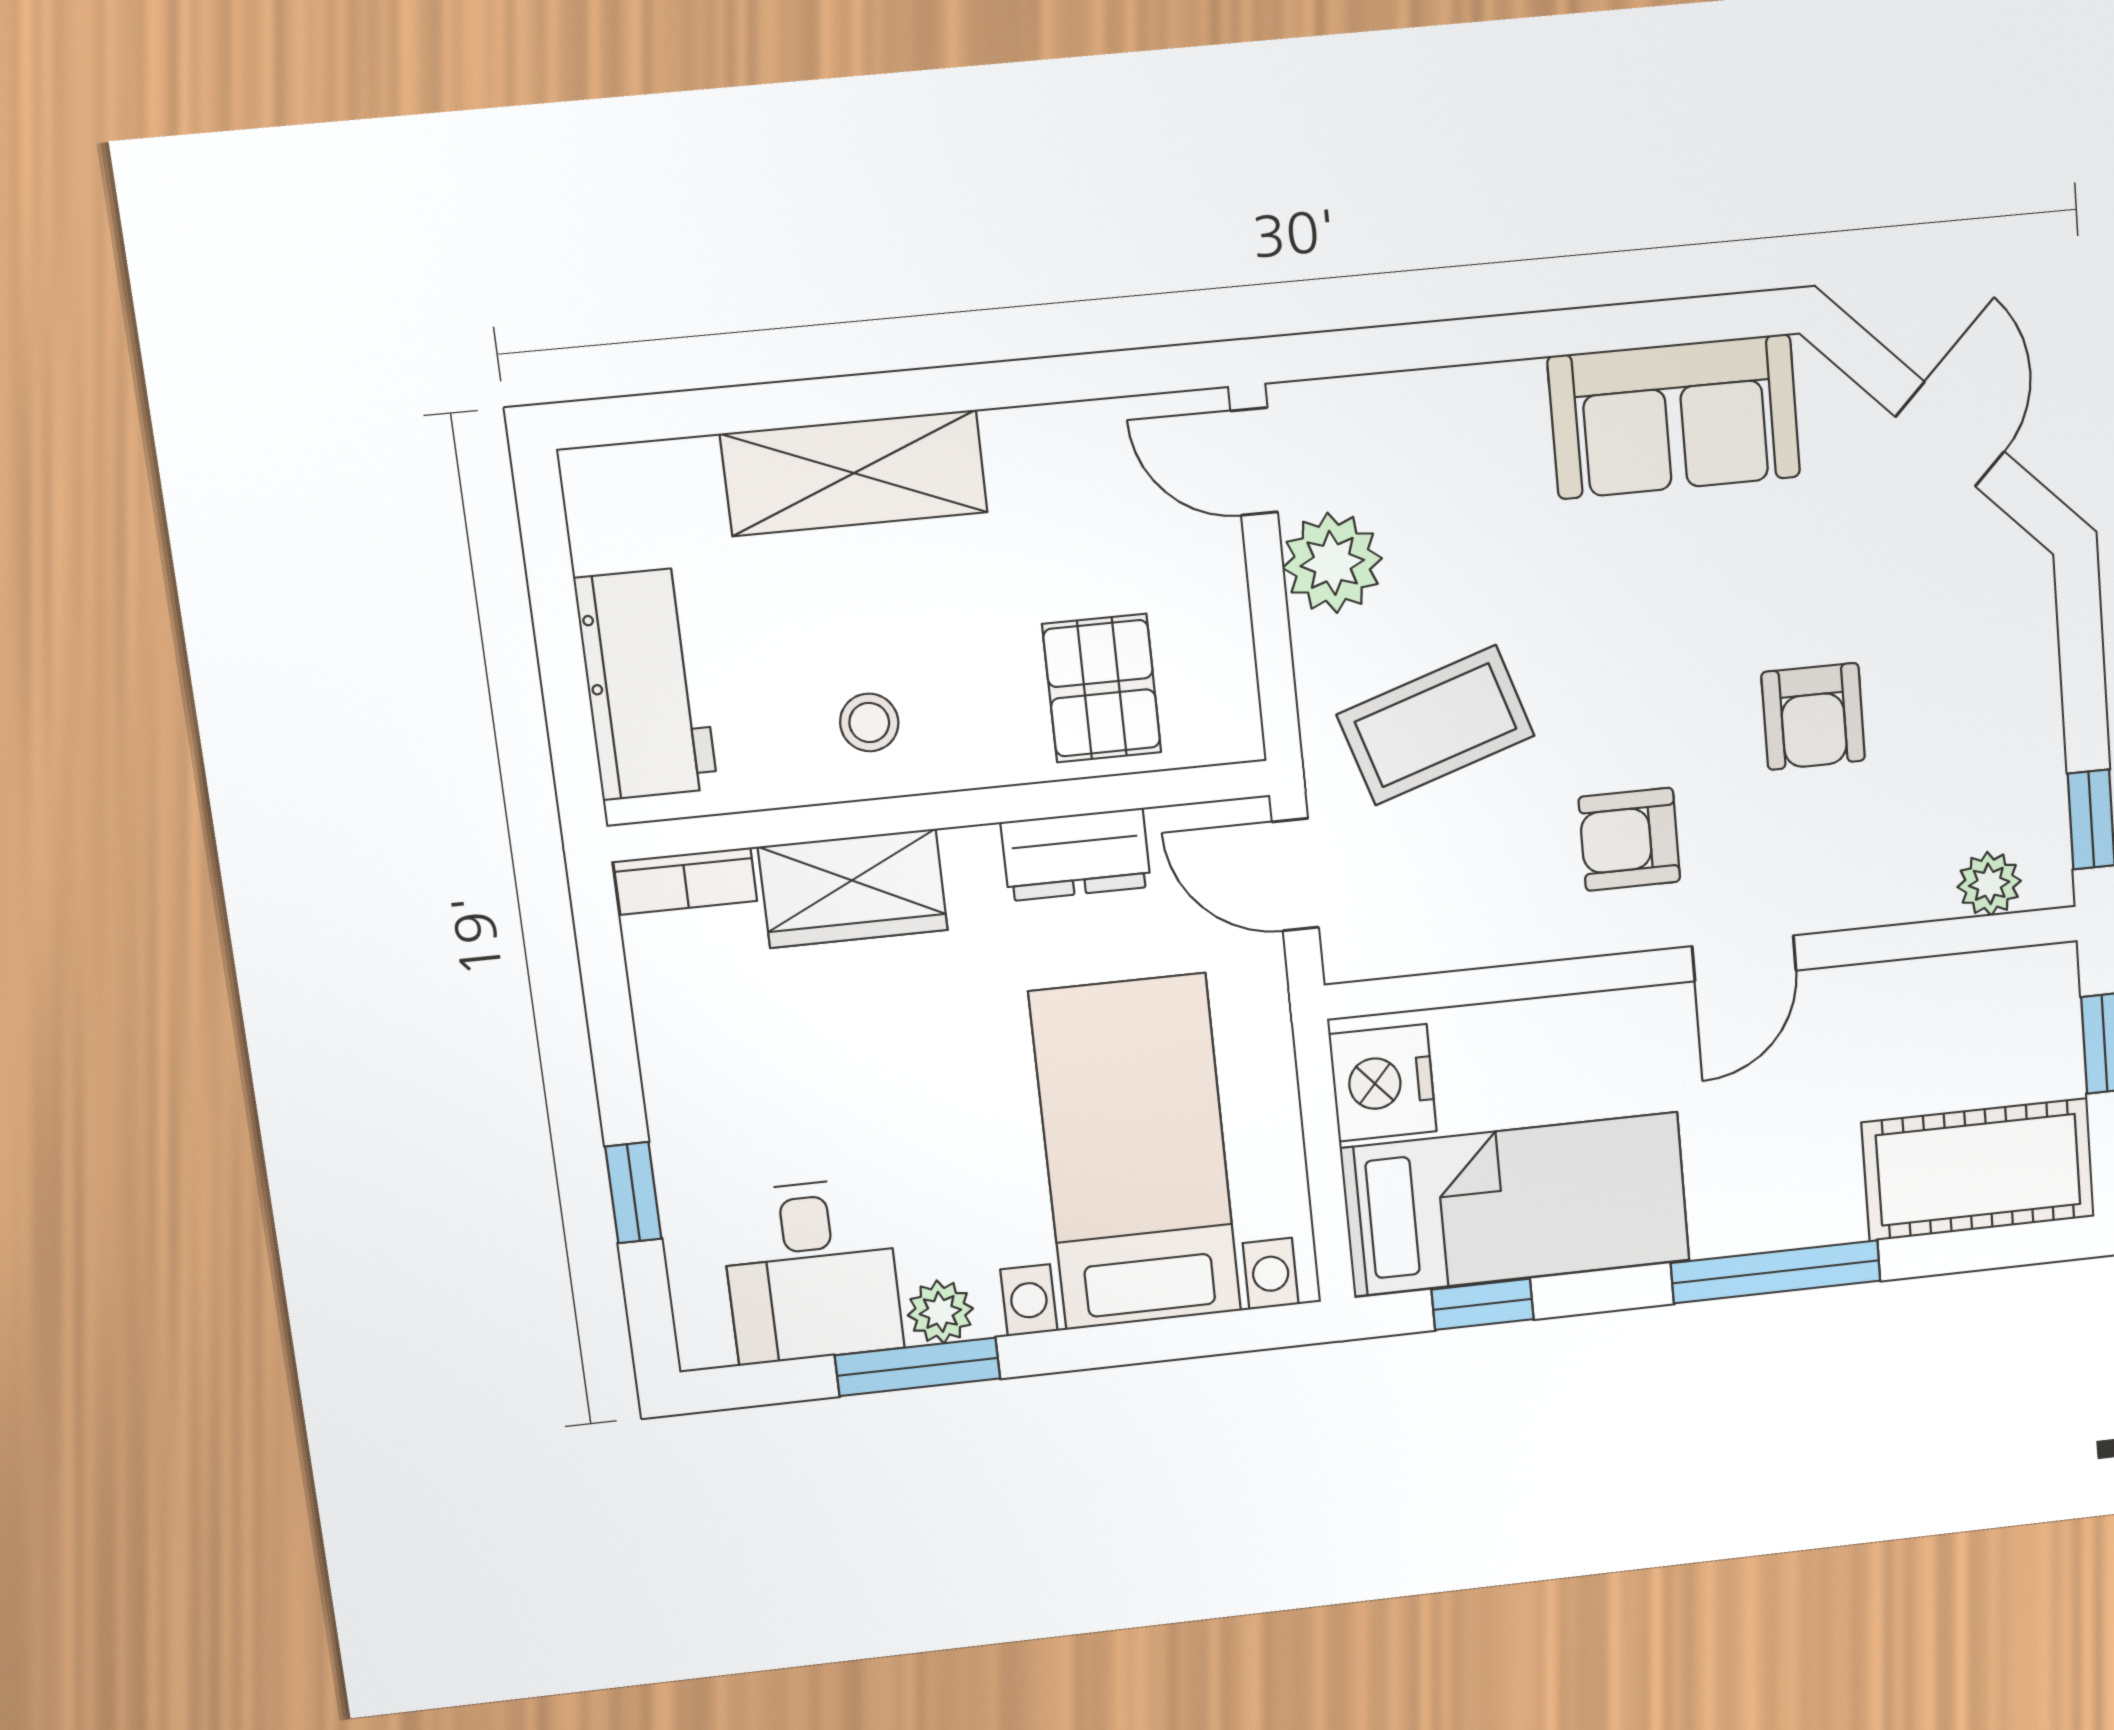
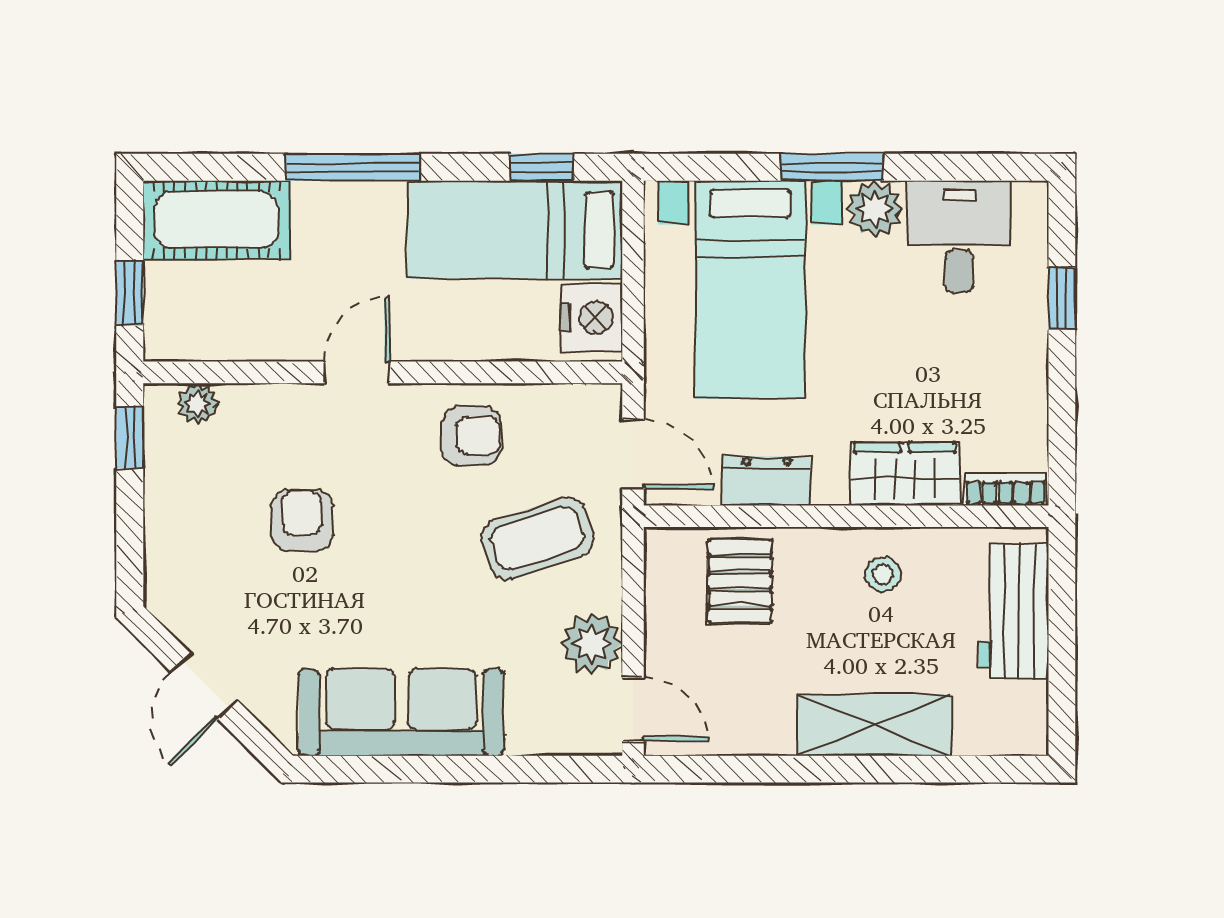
sofa: (1674, 417) -> (401, 712), width x1.36
armchair: (1629, 839) -> (471, 436), moved
plant: (940, 1312) -> (875, 209), width x1.38, depth x1.38
window: (918, 1367) -> (832, 167), moved

